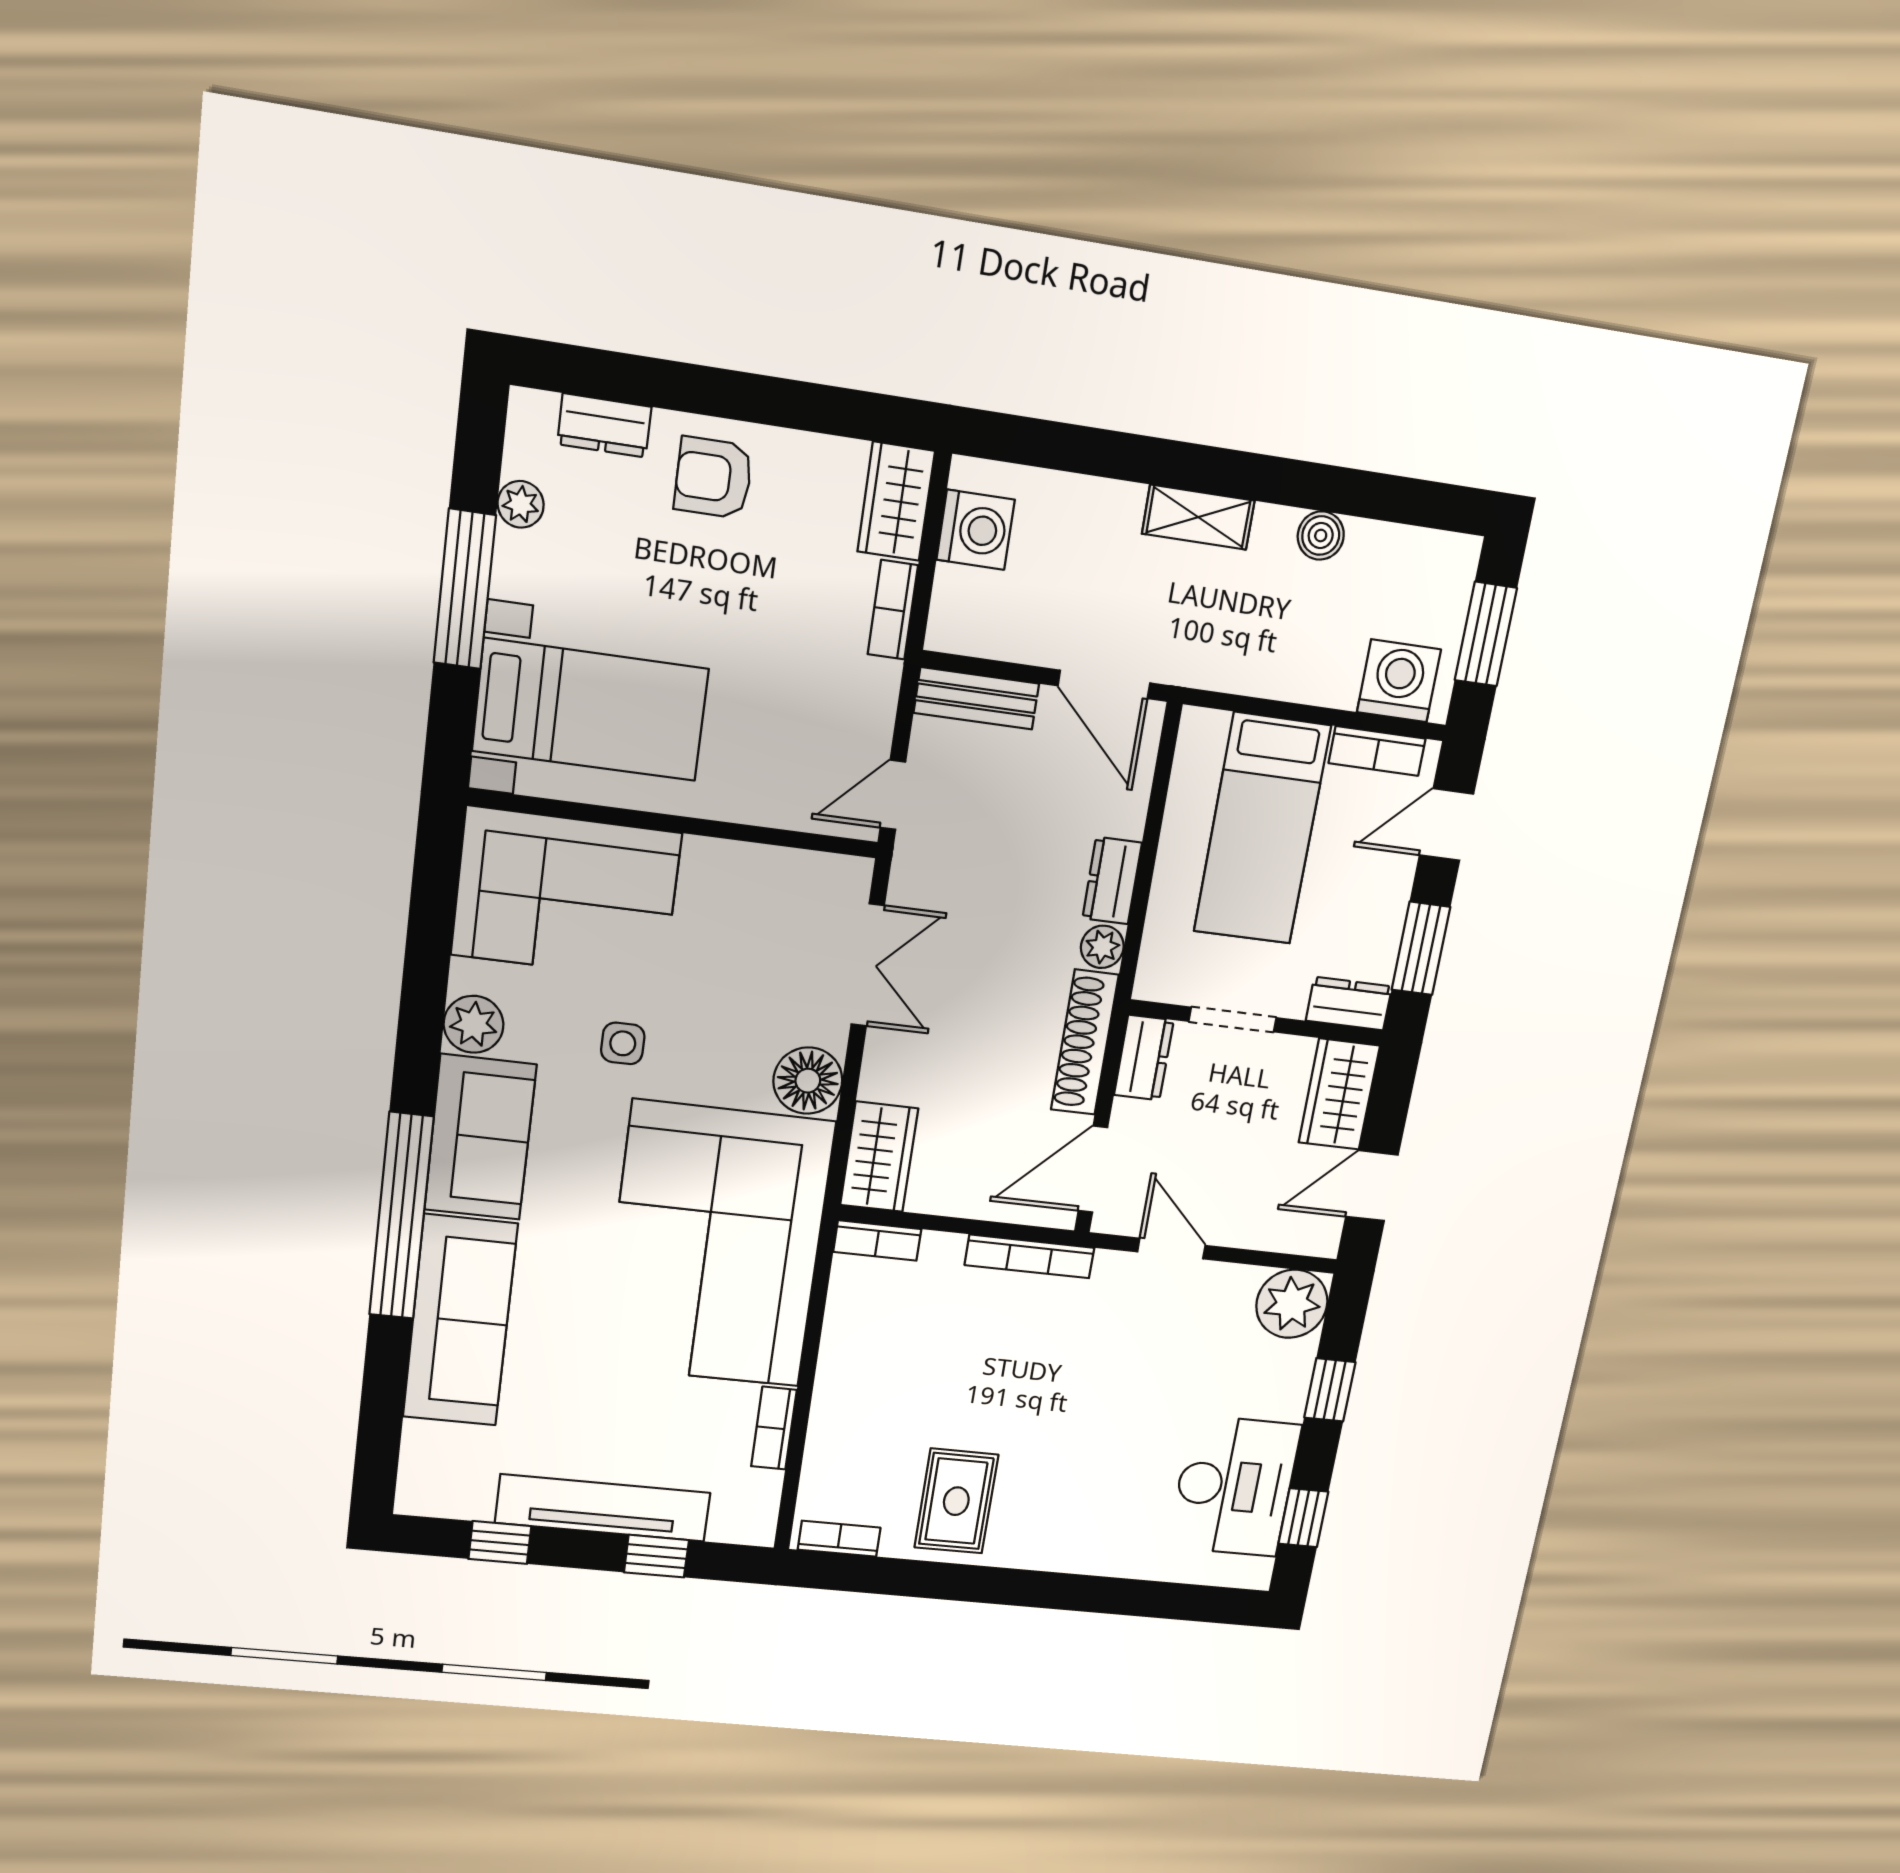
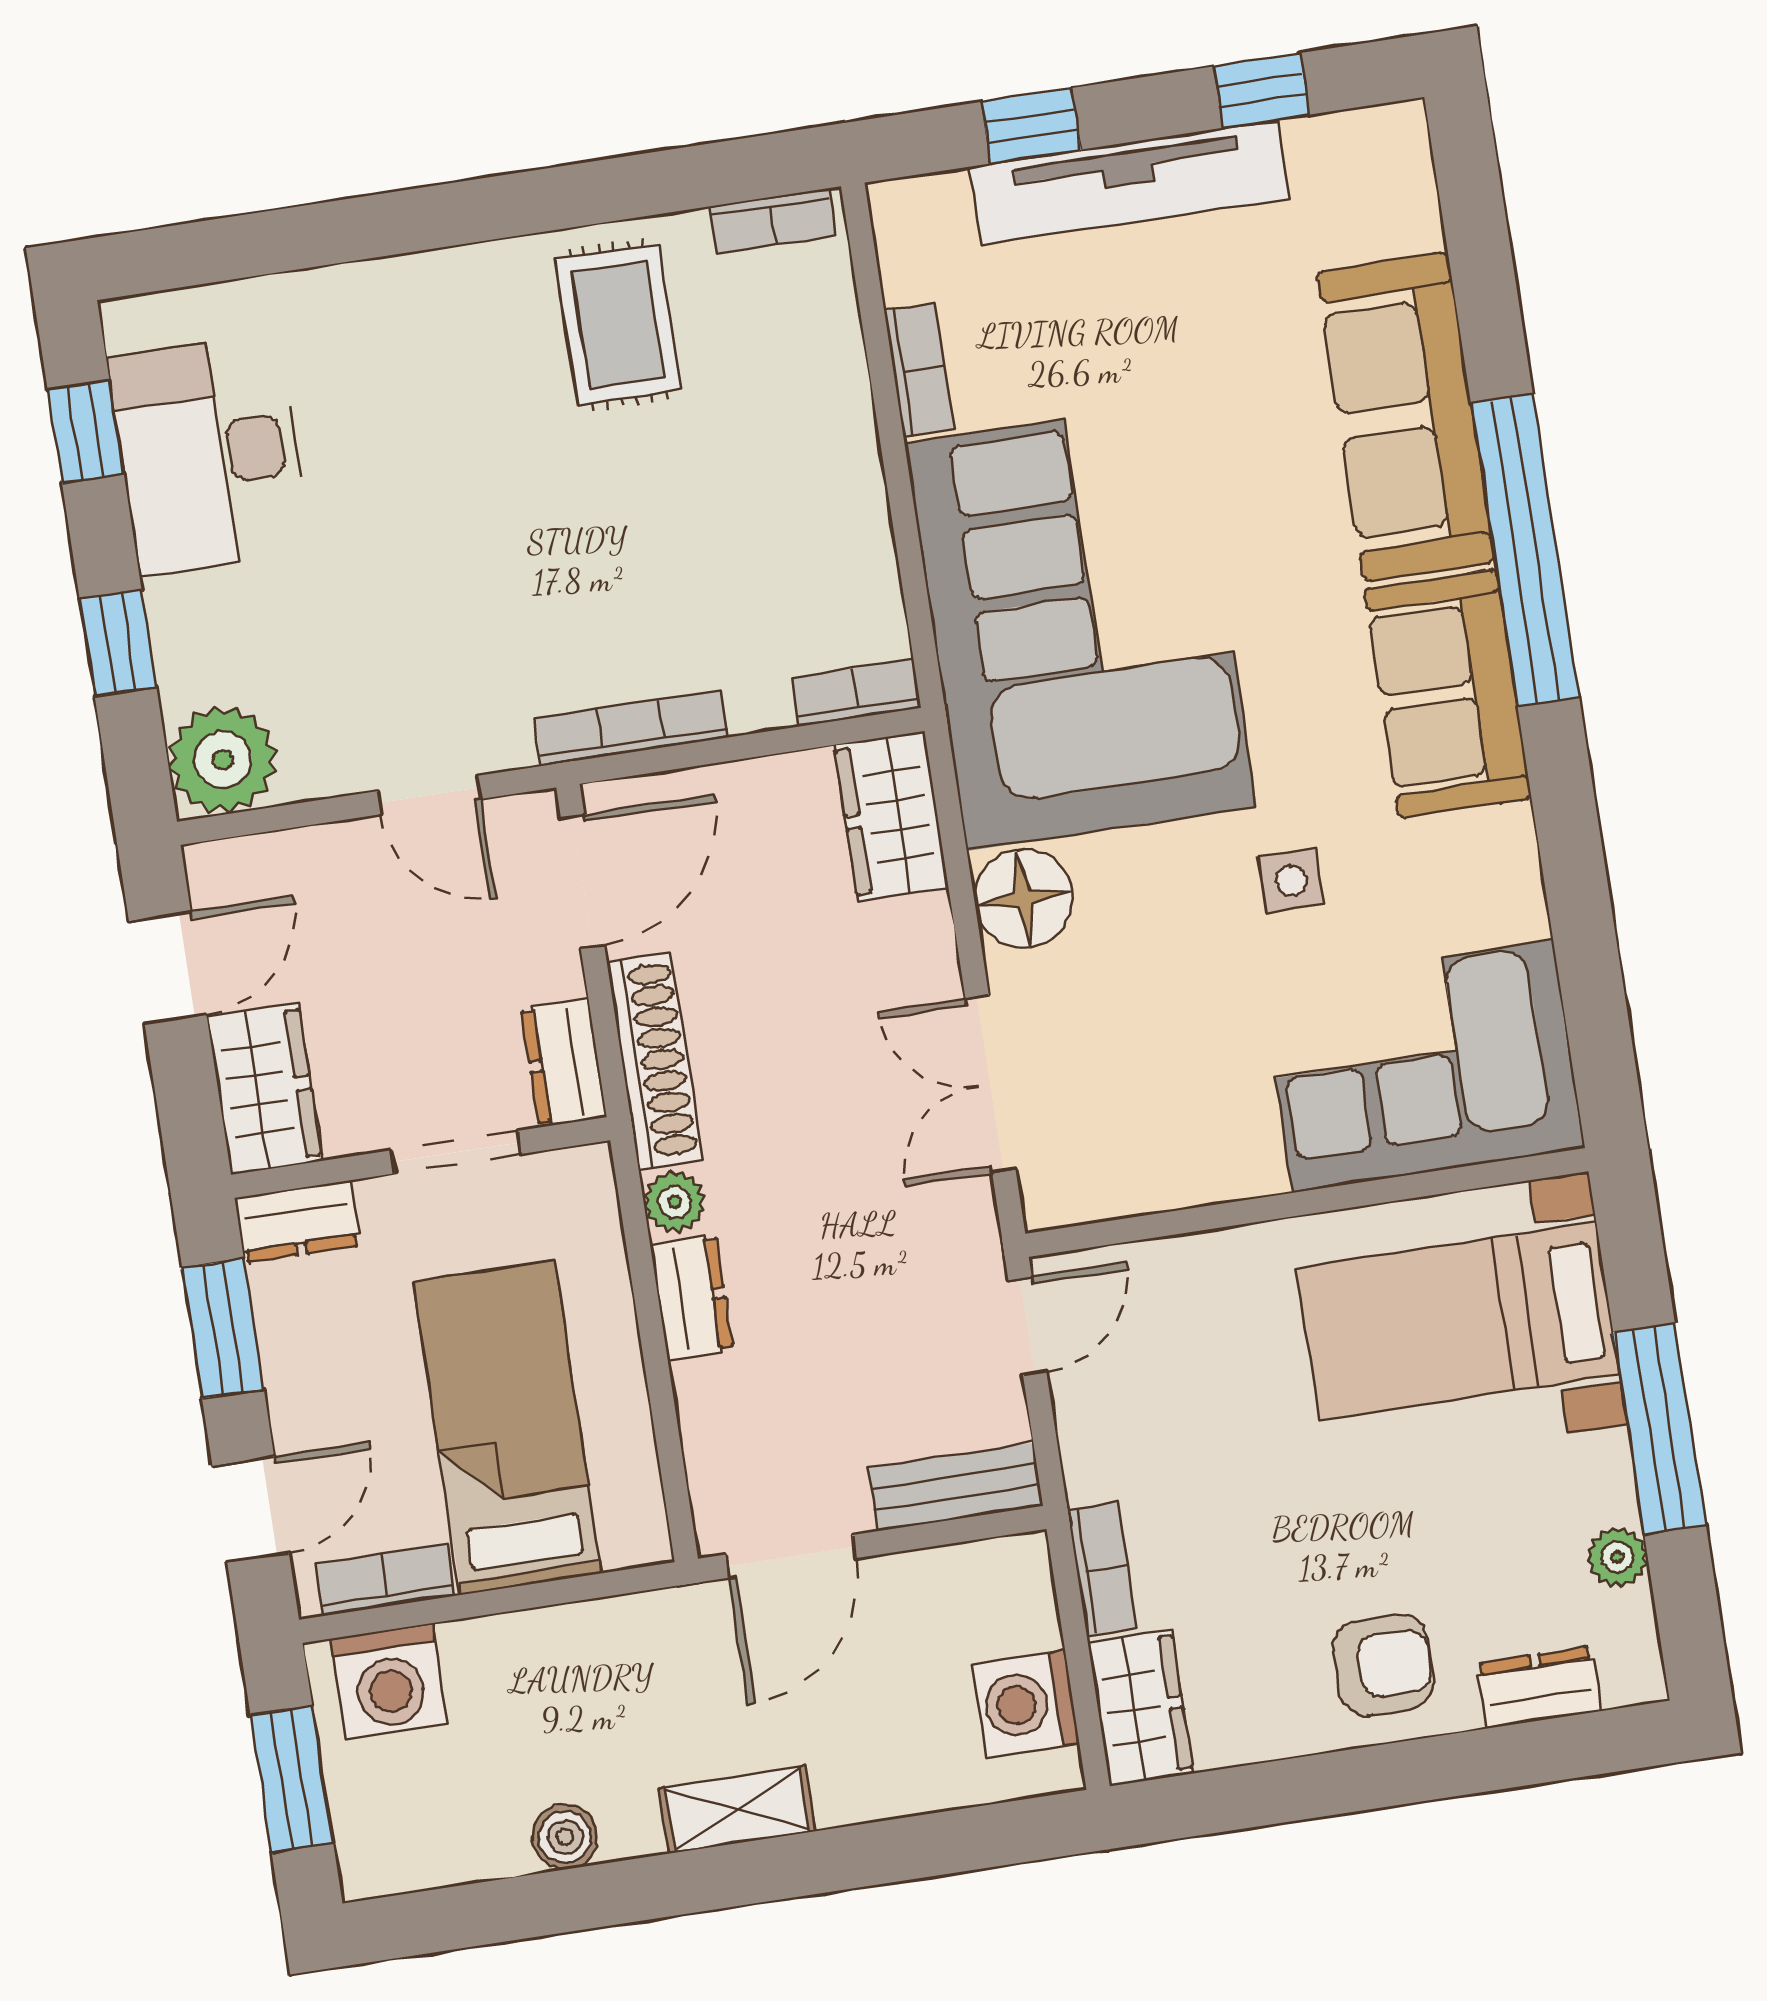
door: (1104, 684) -> (790, 1556), swing flipped
plant: (474, 1024) -> (1498, 851), removed

